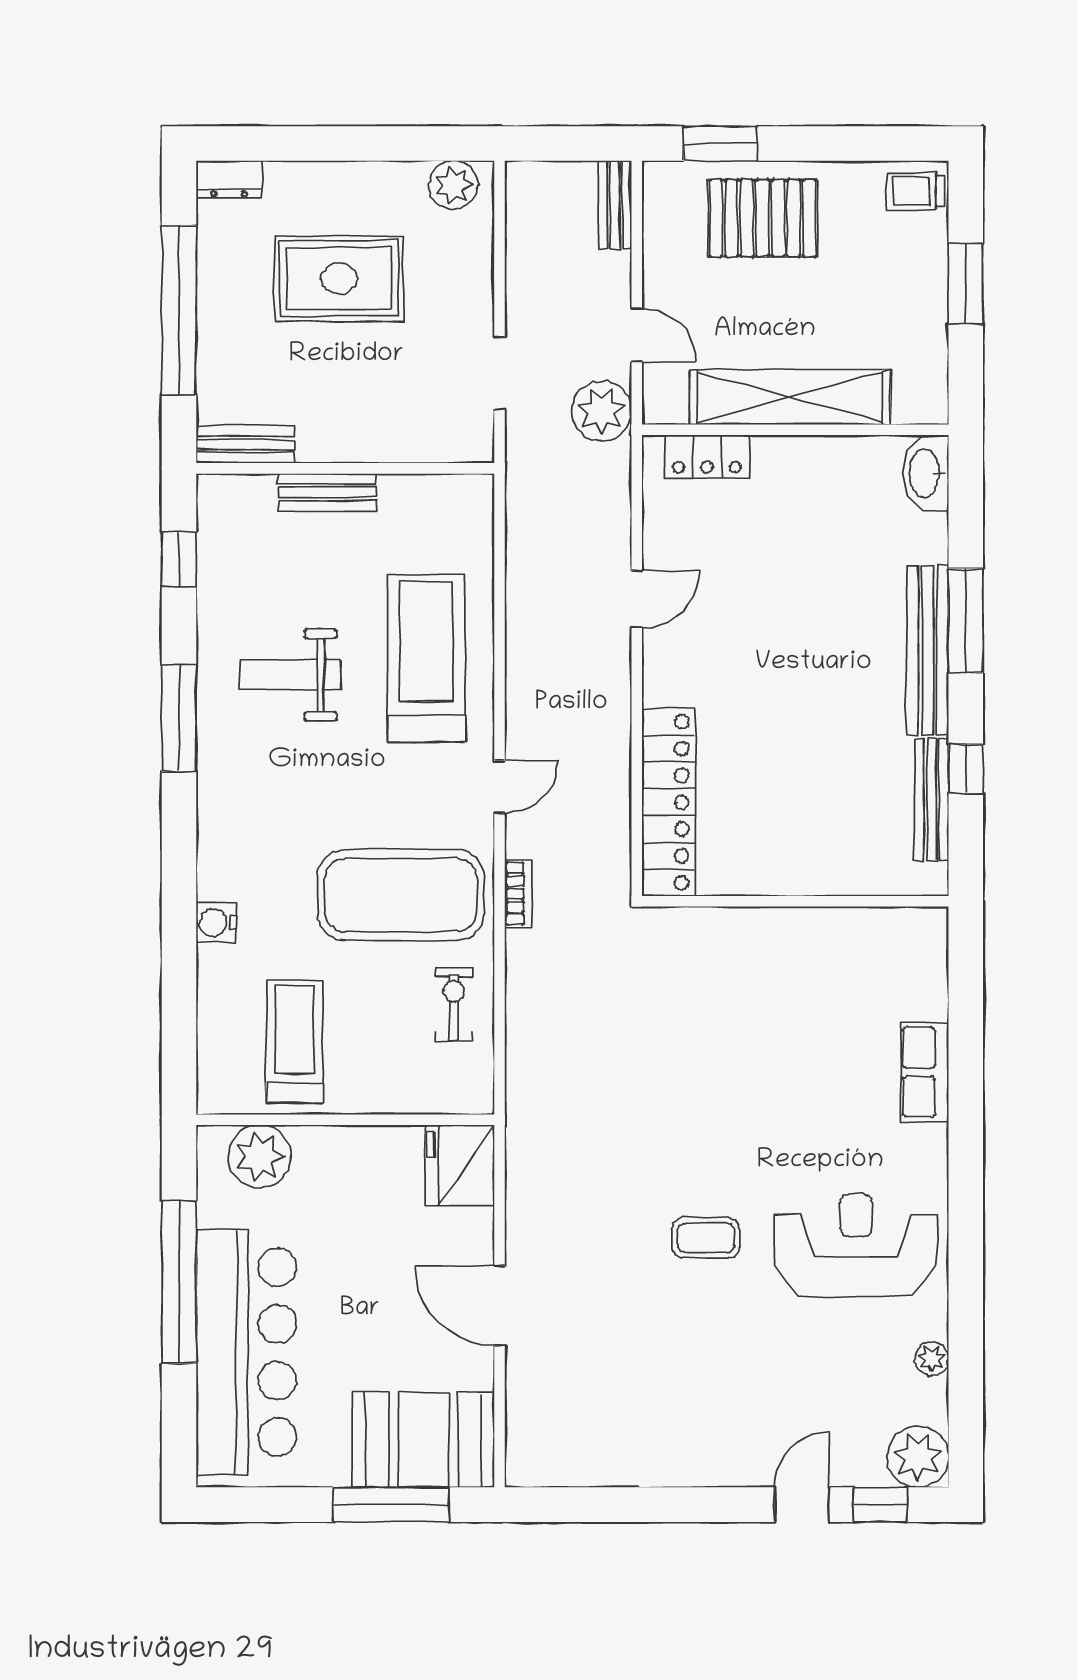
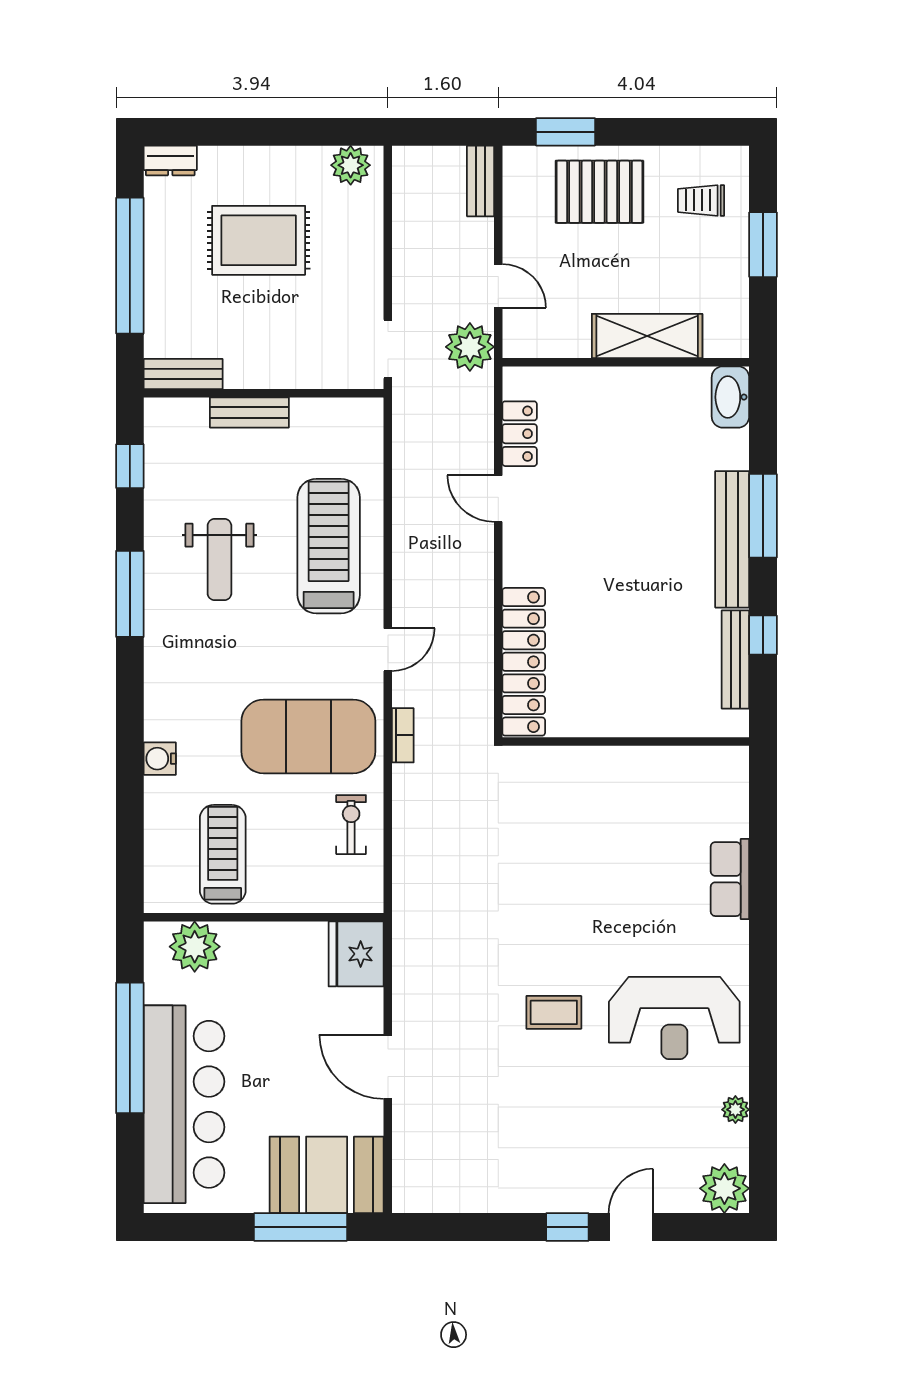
trolley: (915, 191) -> (701, 200), moved
doorway: (500, 373) -> (388, 349), moved
shelving: (790, 397) -> (647, 336), width x0.68
locker: (707, 456) -> (520, 434), moved, turned -90
door: (637, 599) -> (498, 499), swing flipped
weight bench: (290, 675) -> (219, 560), turned -90
reception desk: (856, 1245) -> (674, 1018), turned 180
window: (880, 1505) -> (567, 1227), moved

